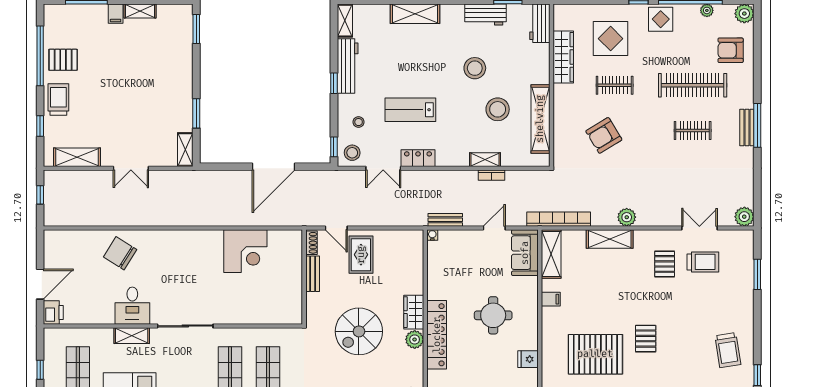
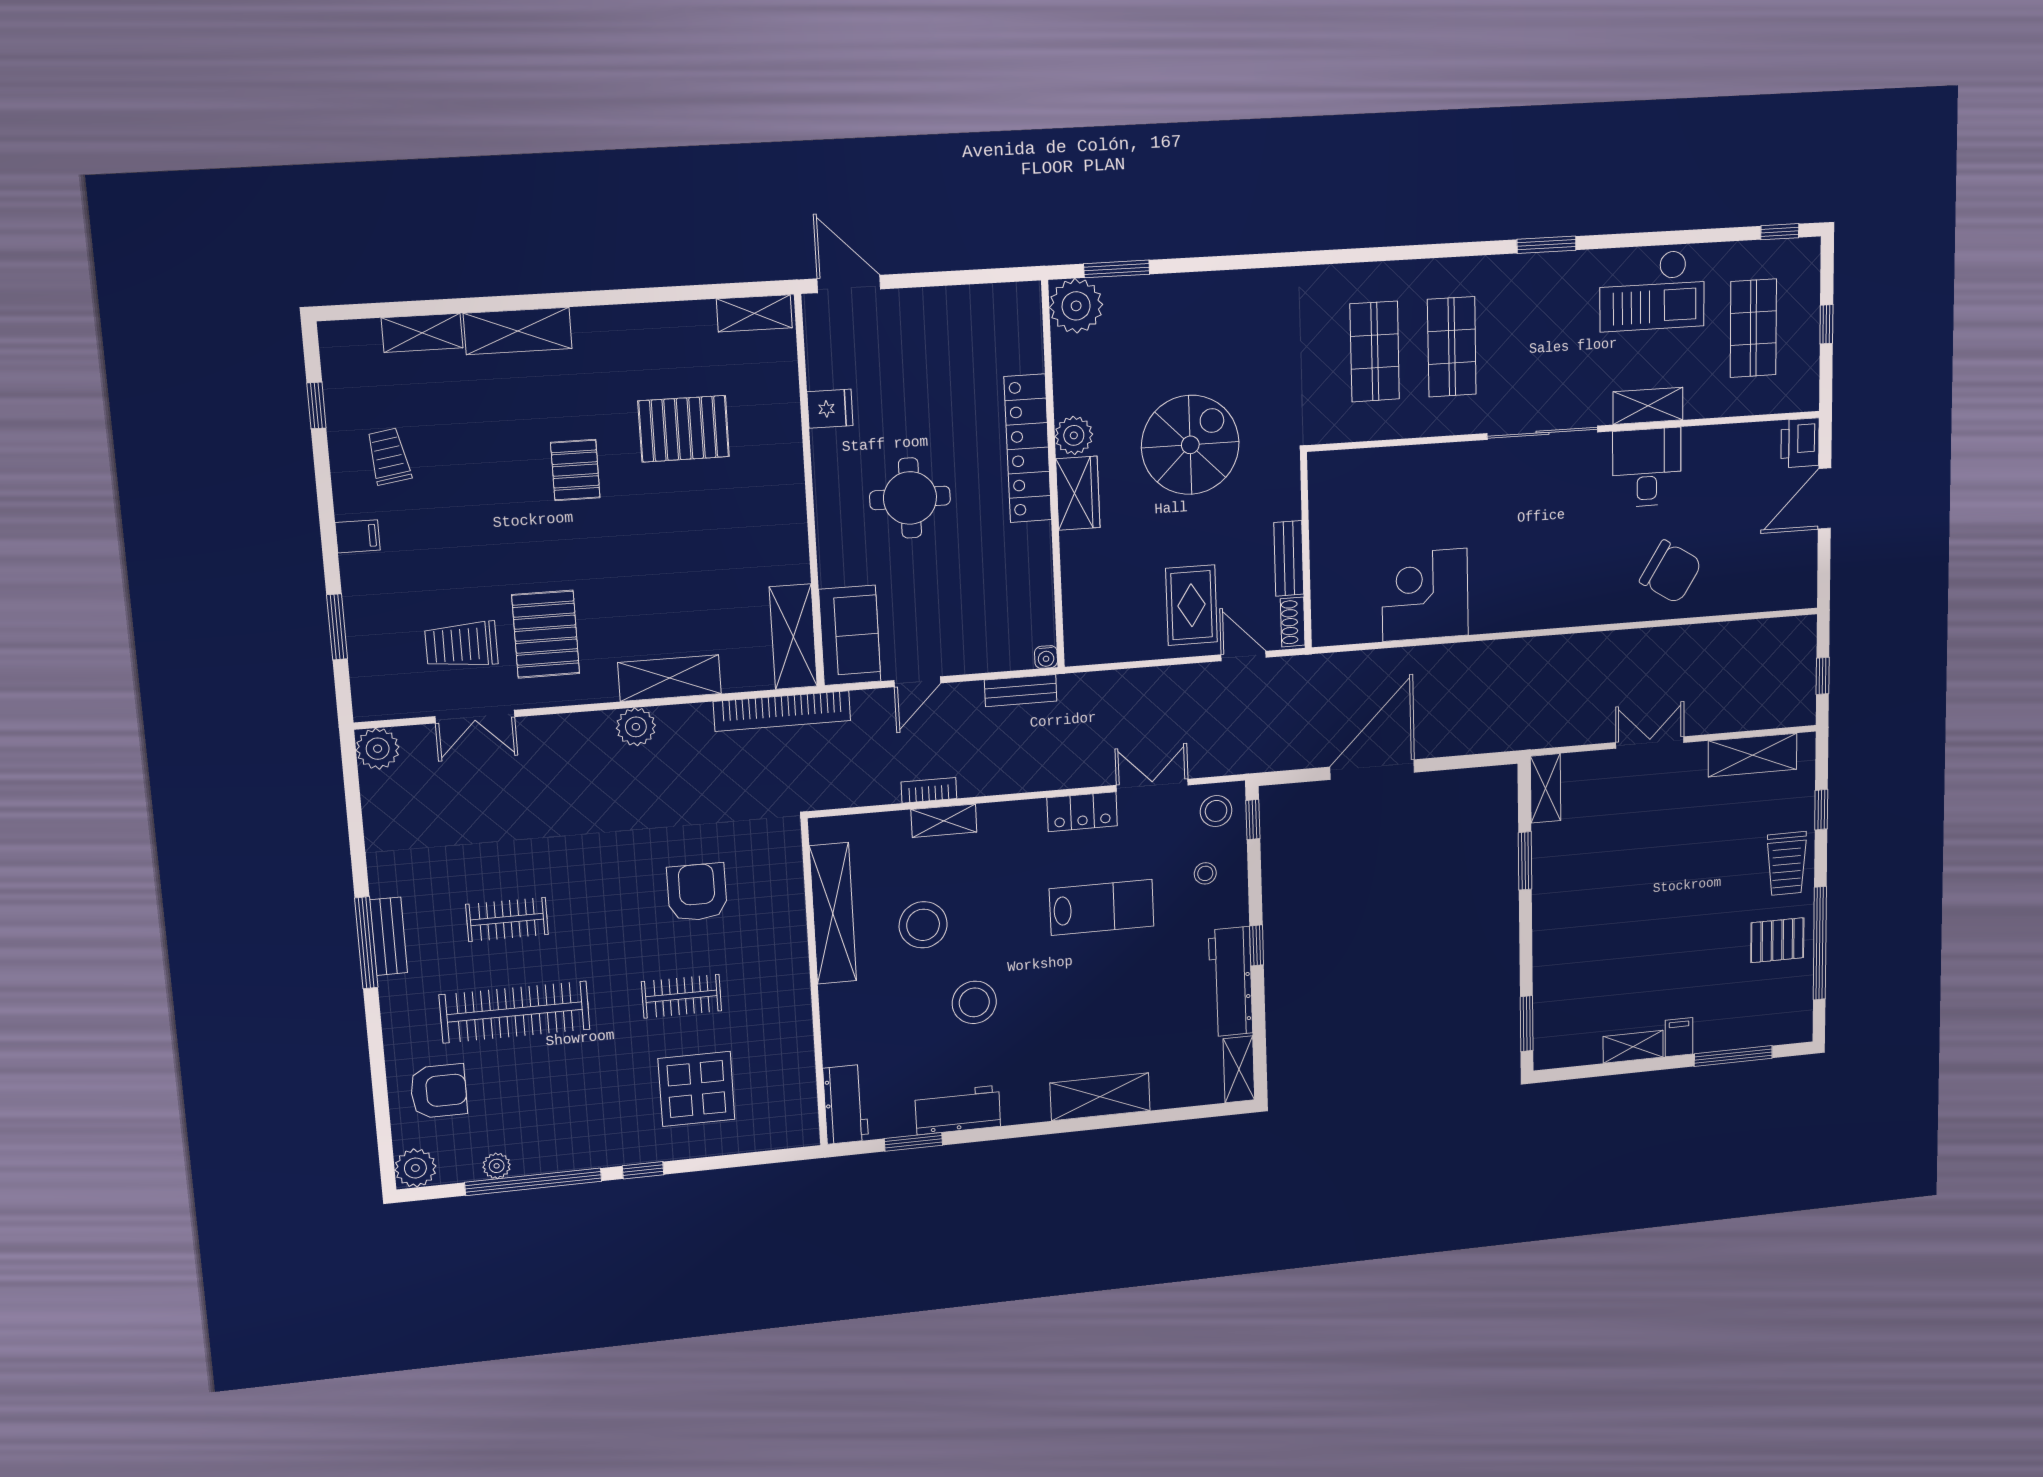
display table: (661, 19) -> (593, 1138), removed
wardrobe: (563, 57) -> (793, 1042), removed
armchair: (604, 135) -> (697, 892), turned -59
pallet: (665, 264) -> (546, 634), width x1.50, depth x1.42
filing cabinet: (551, 299) -> (358, 536), moved, turned 180
trolley: (728, 350) -> (389, 457), width x0.73, depth x0.72
pallet: (595, 354) -> (684, 429), width x0.73, depth x0.71

